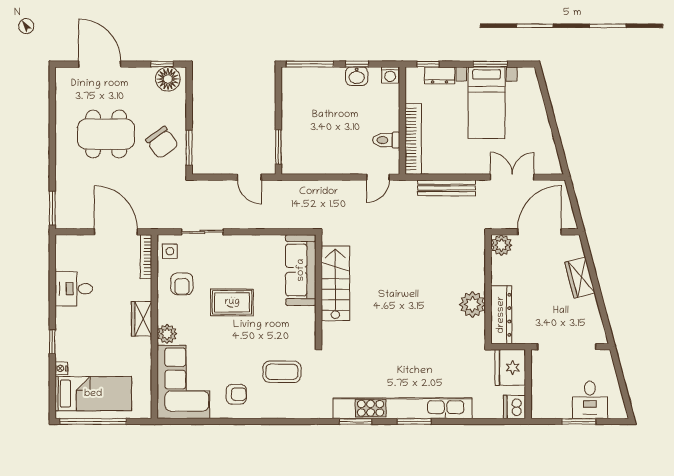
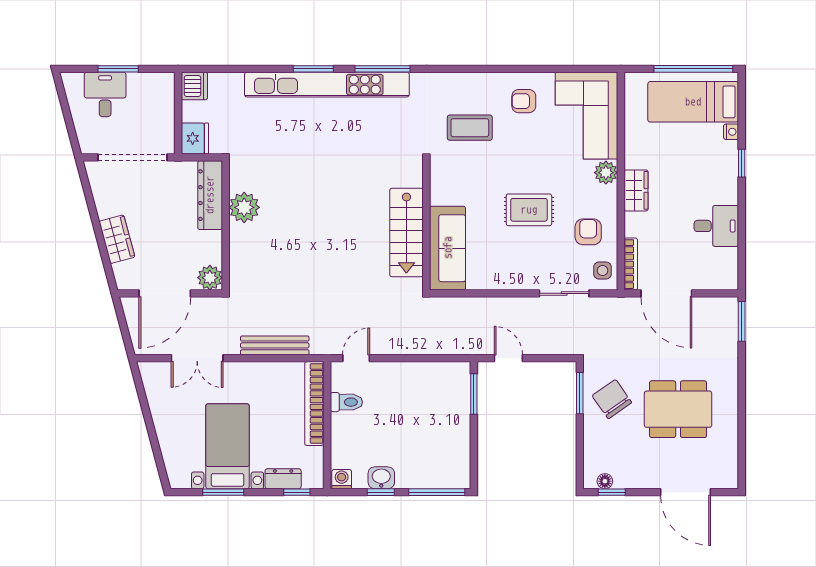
floor lamp: (168, 79) -> (605, 481), width x0.53, depth x0.53
fridge: (510, 367) -> (195, 138), width x0.73, depth x0.75
window: (356, 421) -> (382, 69), width x1.44

